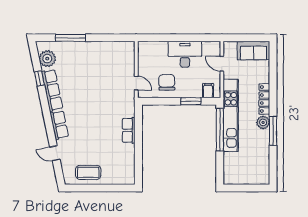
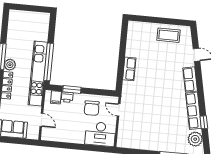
desk: (185, 54) -> (100, 134), moved
printer: (195, 92) -> (67, 97), added

